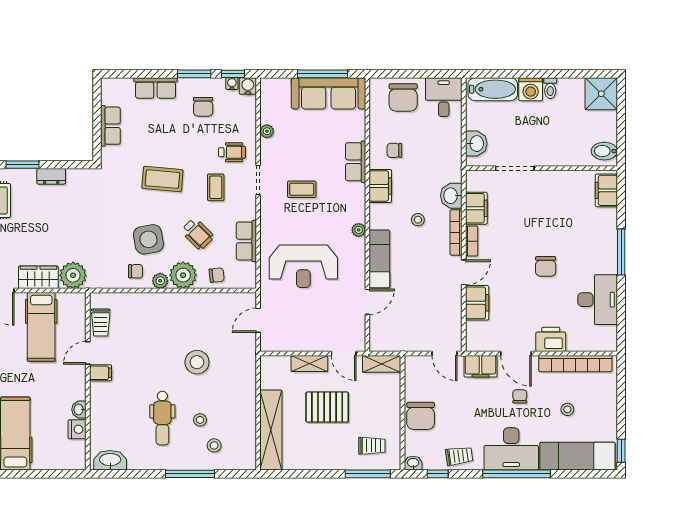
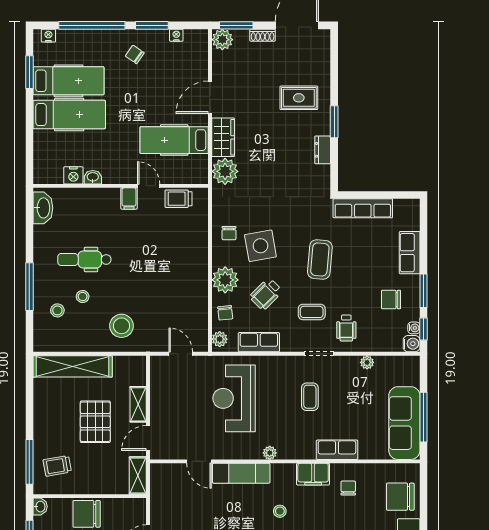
row of seats: (110, 126) -> (363, 208), width x1.48
plant: (160, 281) -> (220, 339), moved
stool: (197, 362) -> (122, 326), moved
trolley: (372, 446) -> (57, 466), turned 80

